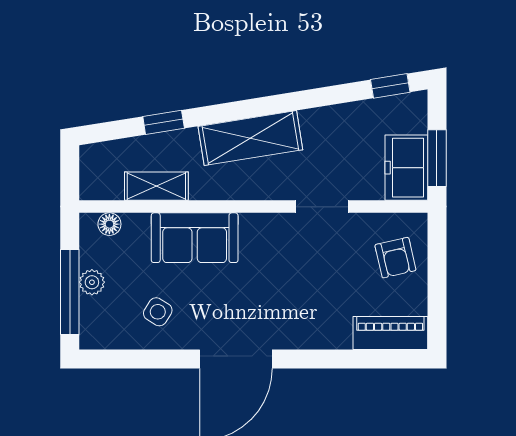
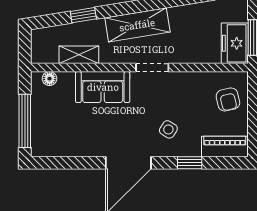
doorway: (322, 207) -> (152, 68), moved
plant: (92, 282) -> (39, 115), removed
side table: (158, 312) -> (168, 129), moved
window: (334, 359) -> (190, 163), added

